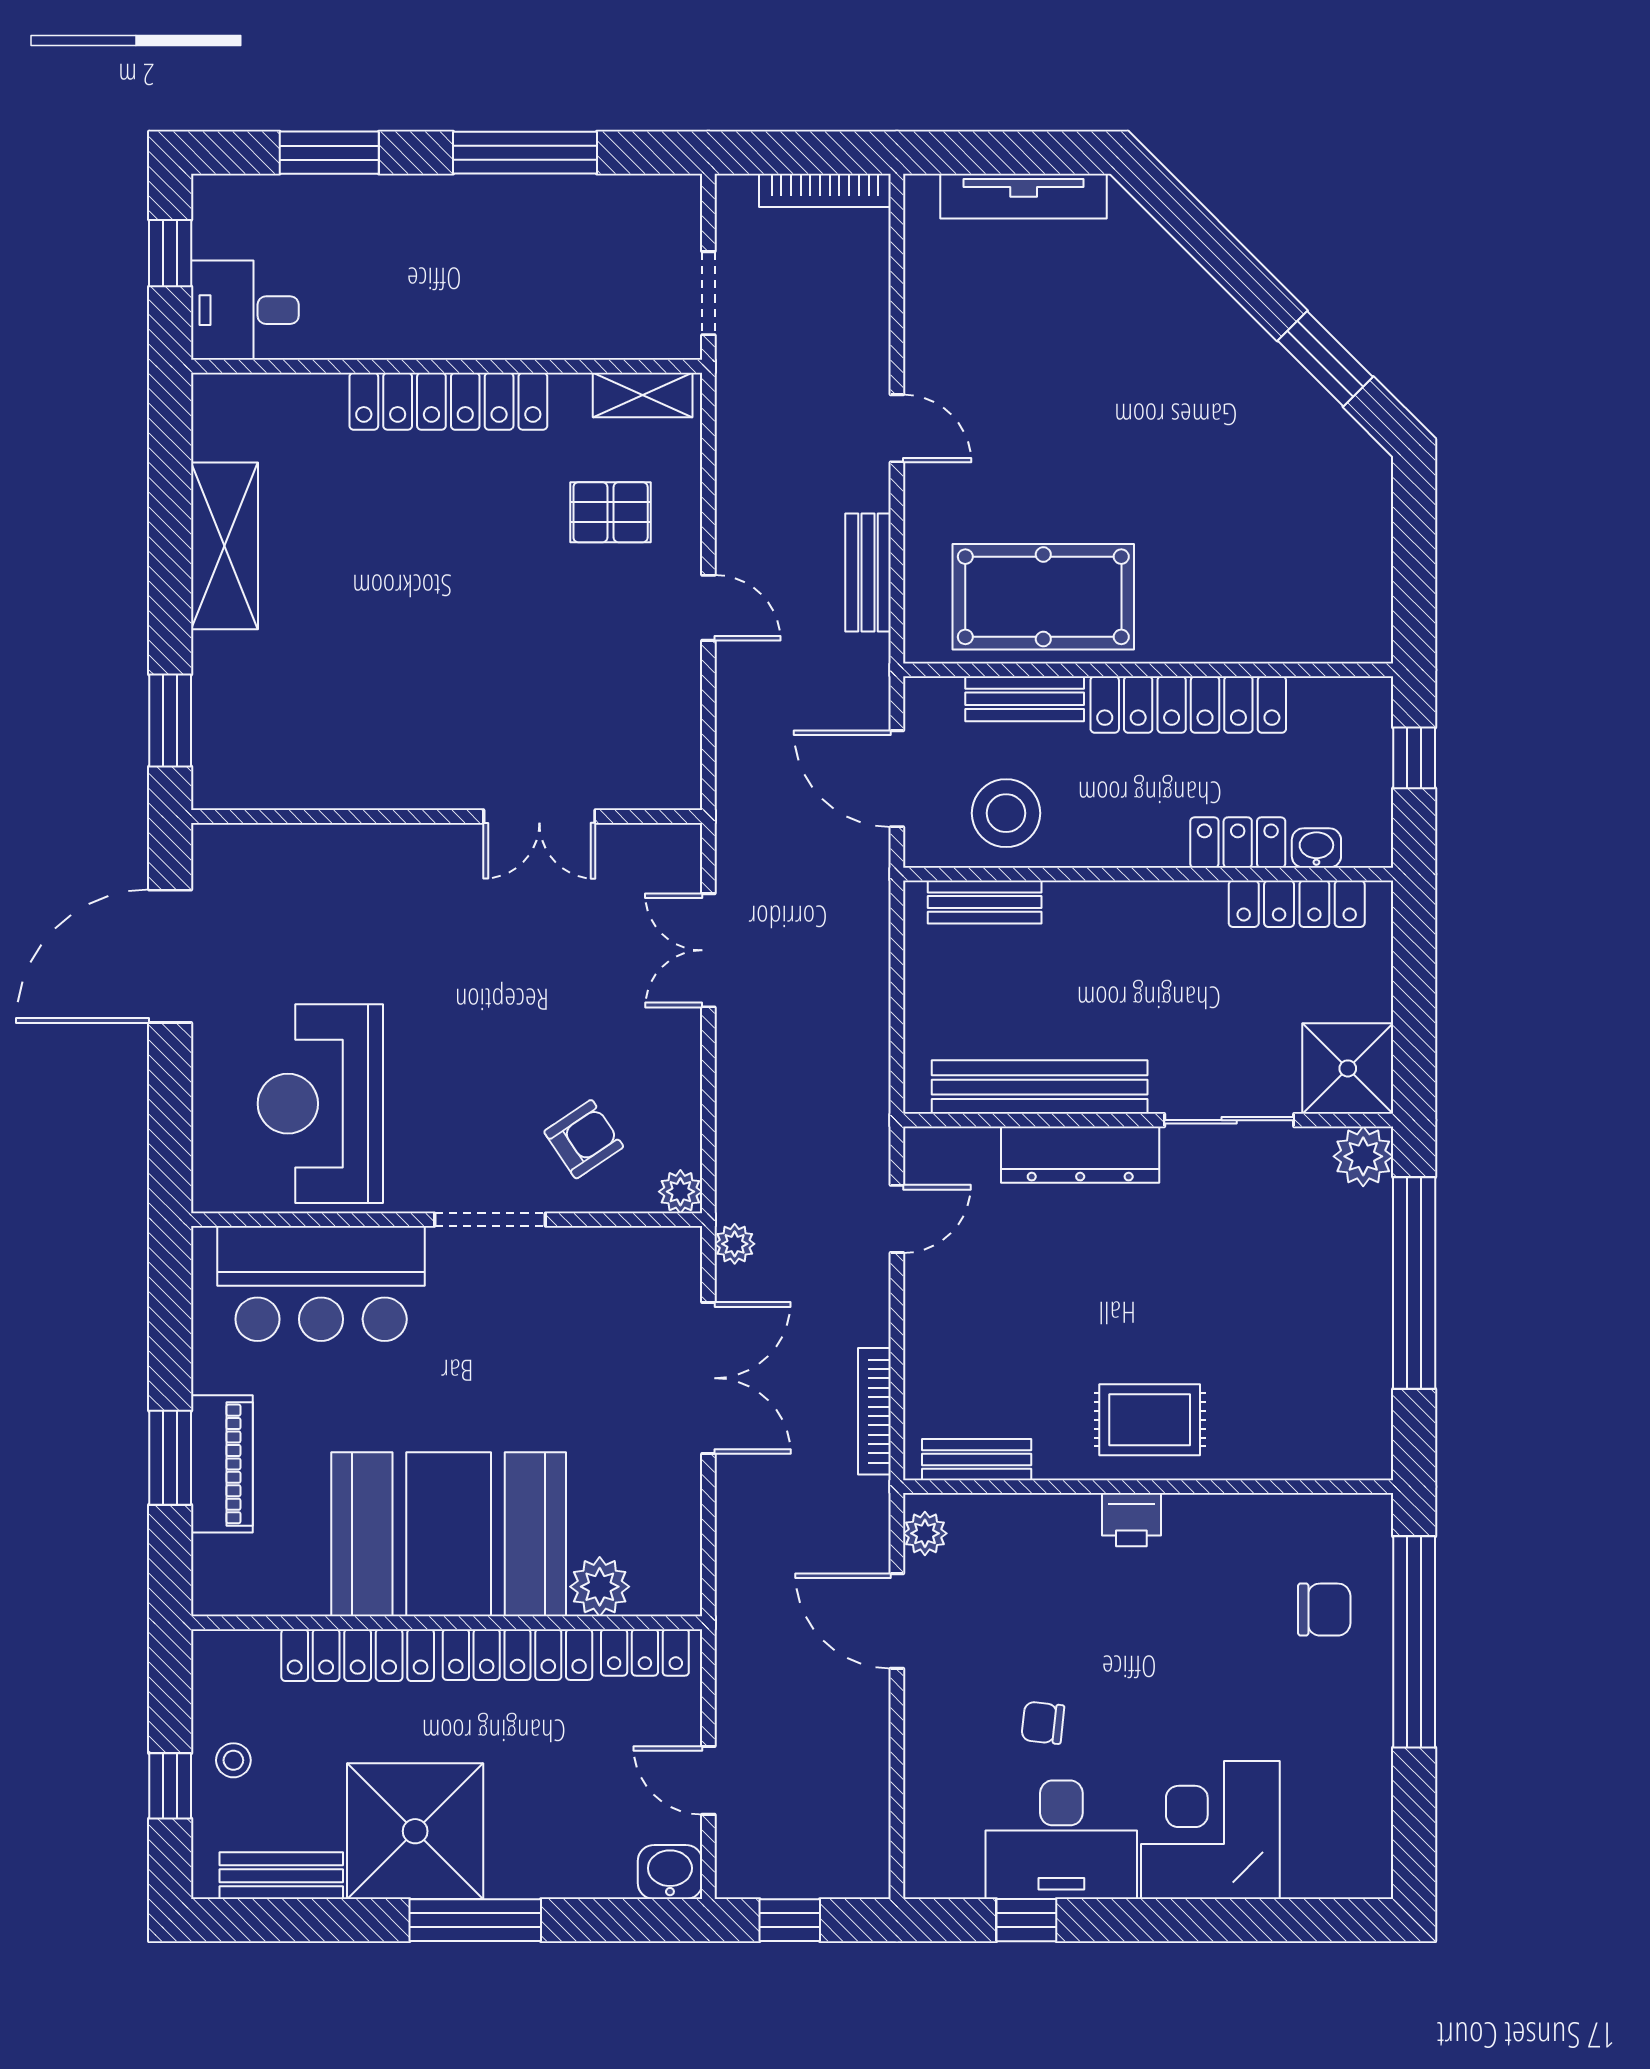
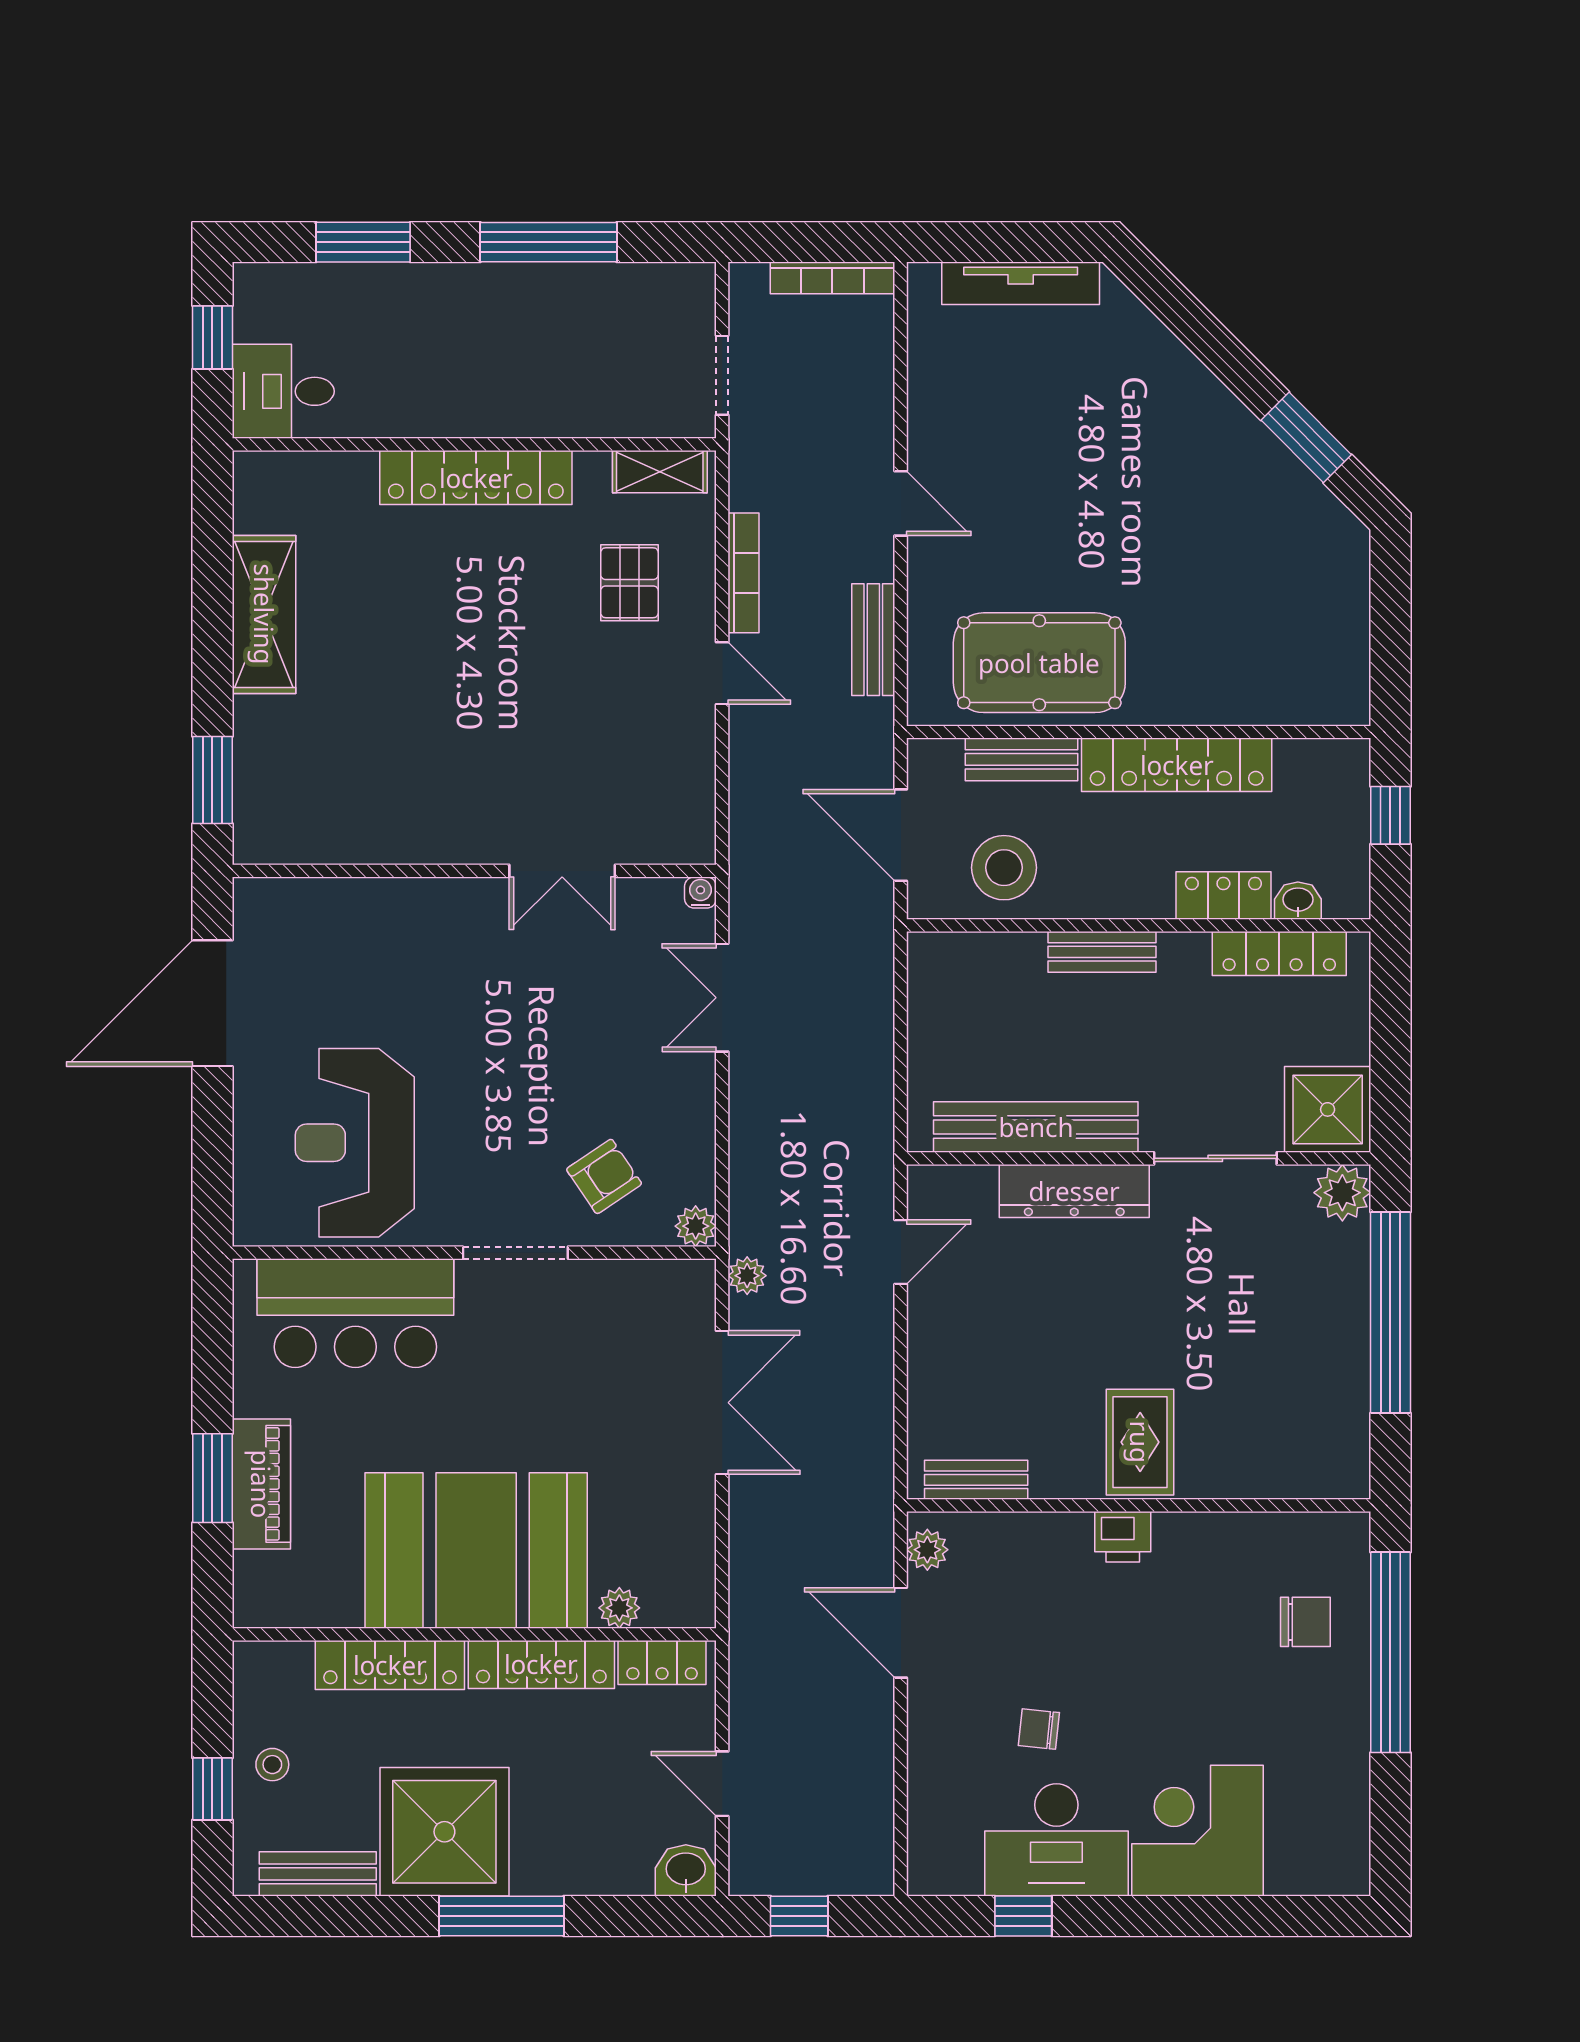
pallet: (611, 512) -> (629, 583), turned 90
water cooler: (685, 839) -> (700, 892), added
bench: (985, 902) -> (1102, 952), moved
bookcase: (874, 1411) -> (743, 573), moved, turned 180
rug: (1150, 1420) -> (1140, 1442), turned 90
plant: (600, 1587) -> (619, 1608), width x0.73, depth x0.73

